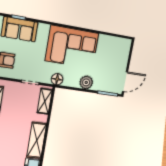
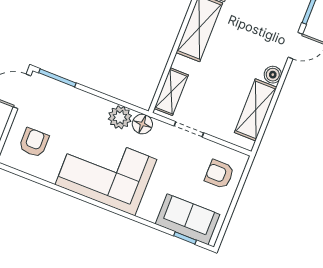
armchair: (114, 55) -> (34, 143), added
plant: (86, 82) -> (120, 117), moved

